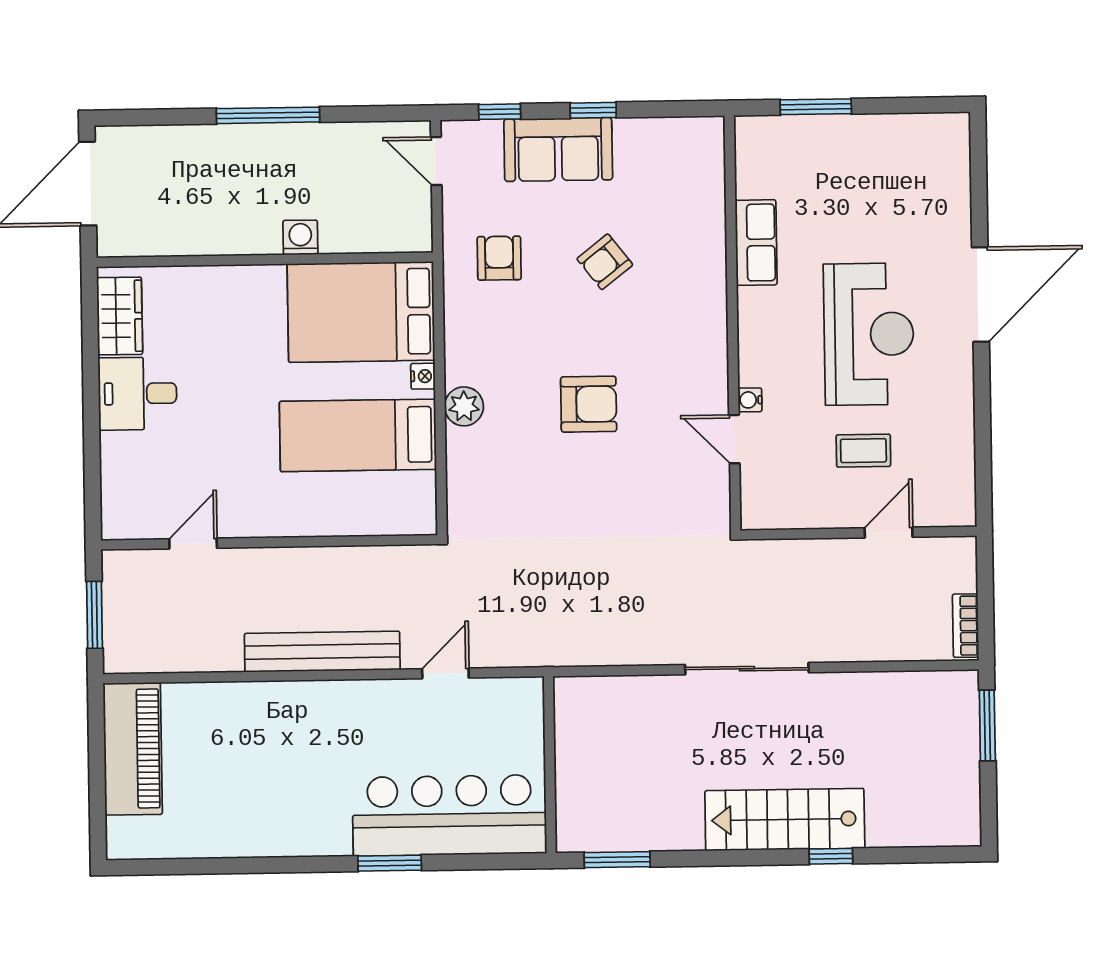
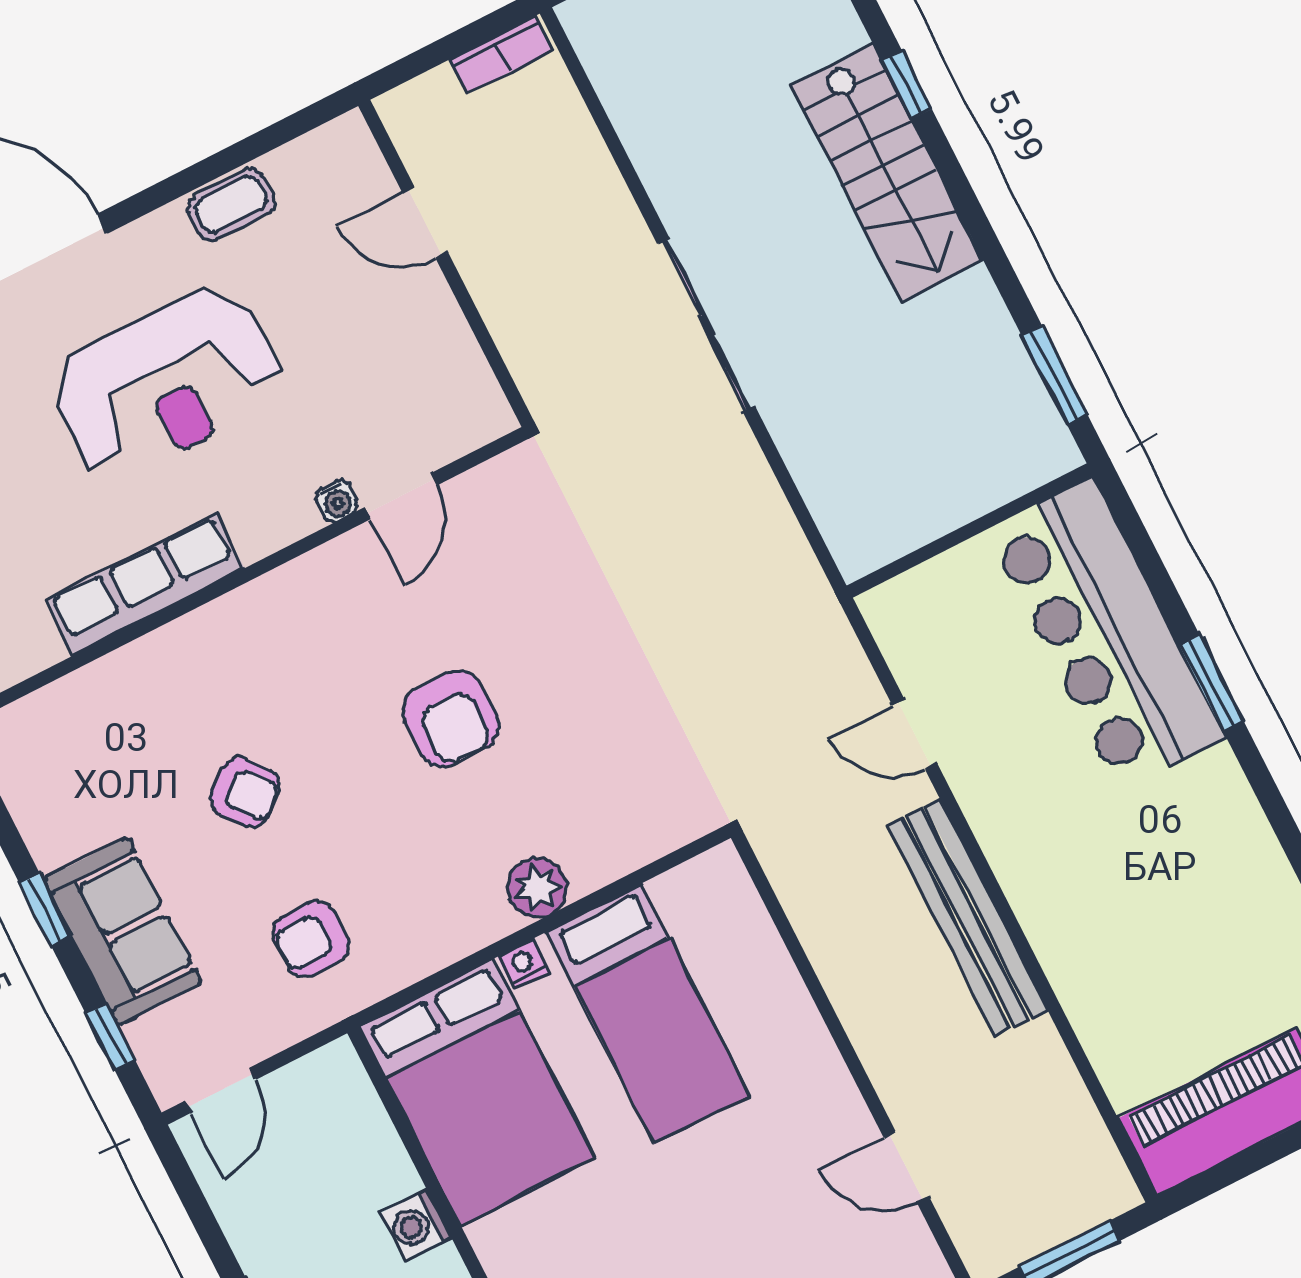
row of seats: (756, 243) -> (145, 584), width x1.48
reception desk: (869, 334) -> (167, 383), turned 180
armchair: (589, 404) -> (451, 719), turned 180
coffee table: (863, 451) -> (231, 205), moved, turned 90

